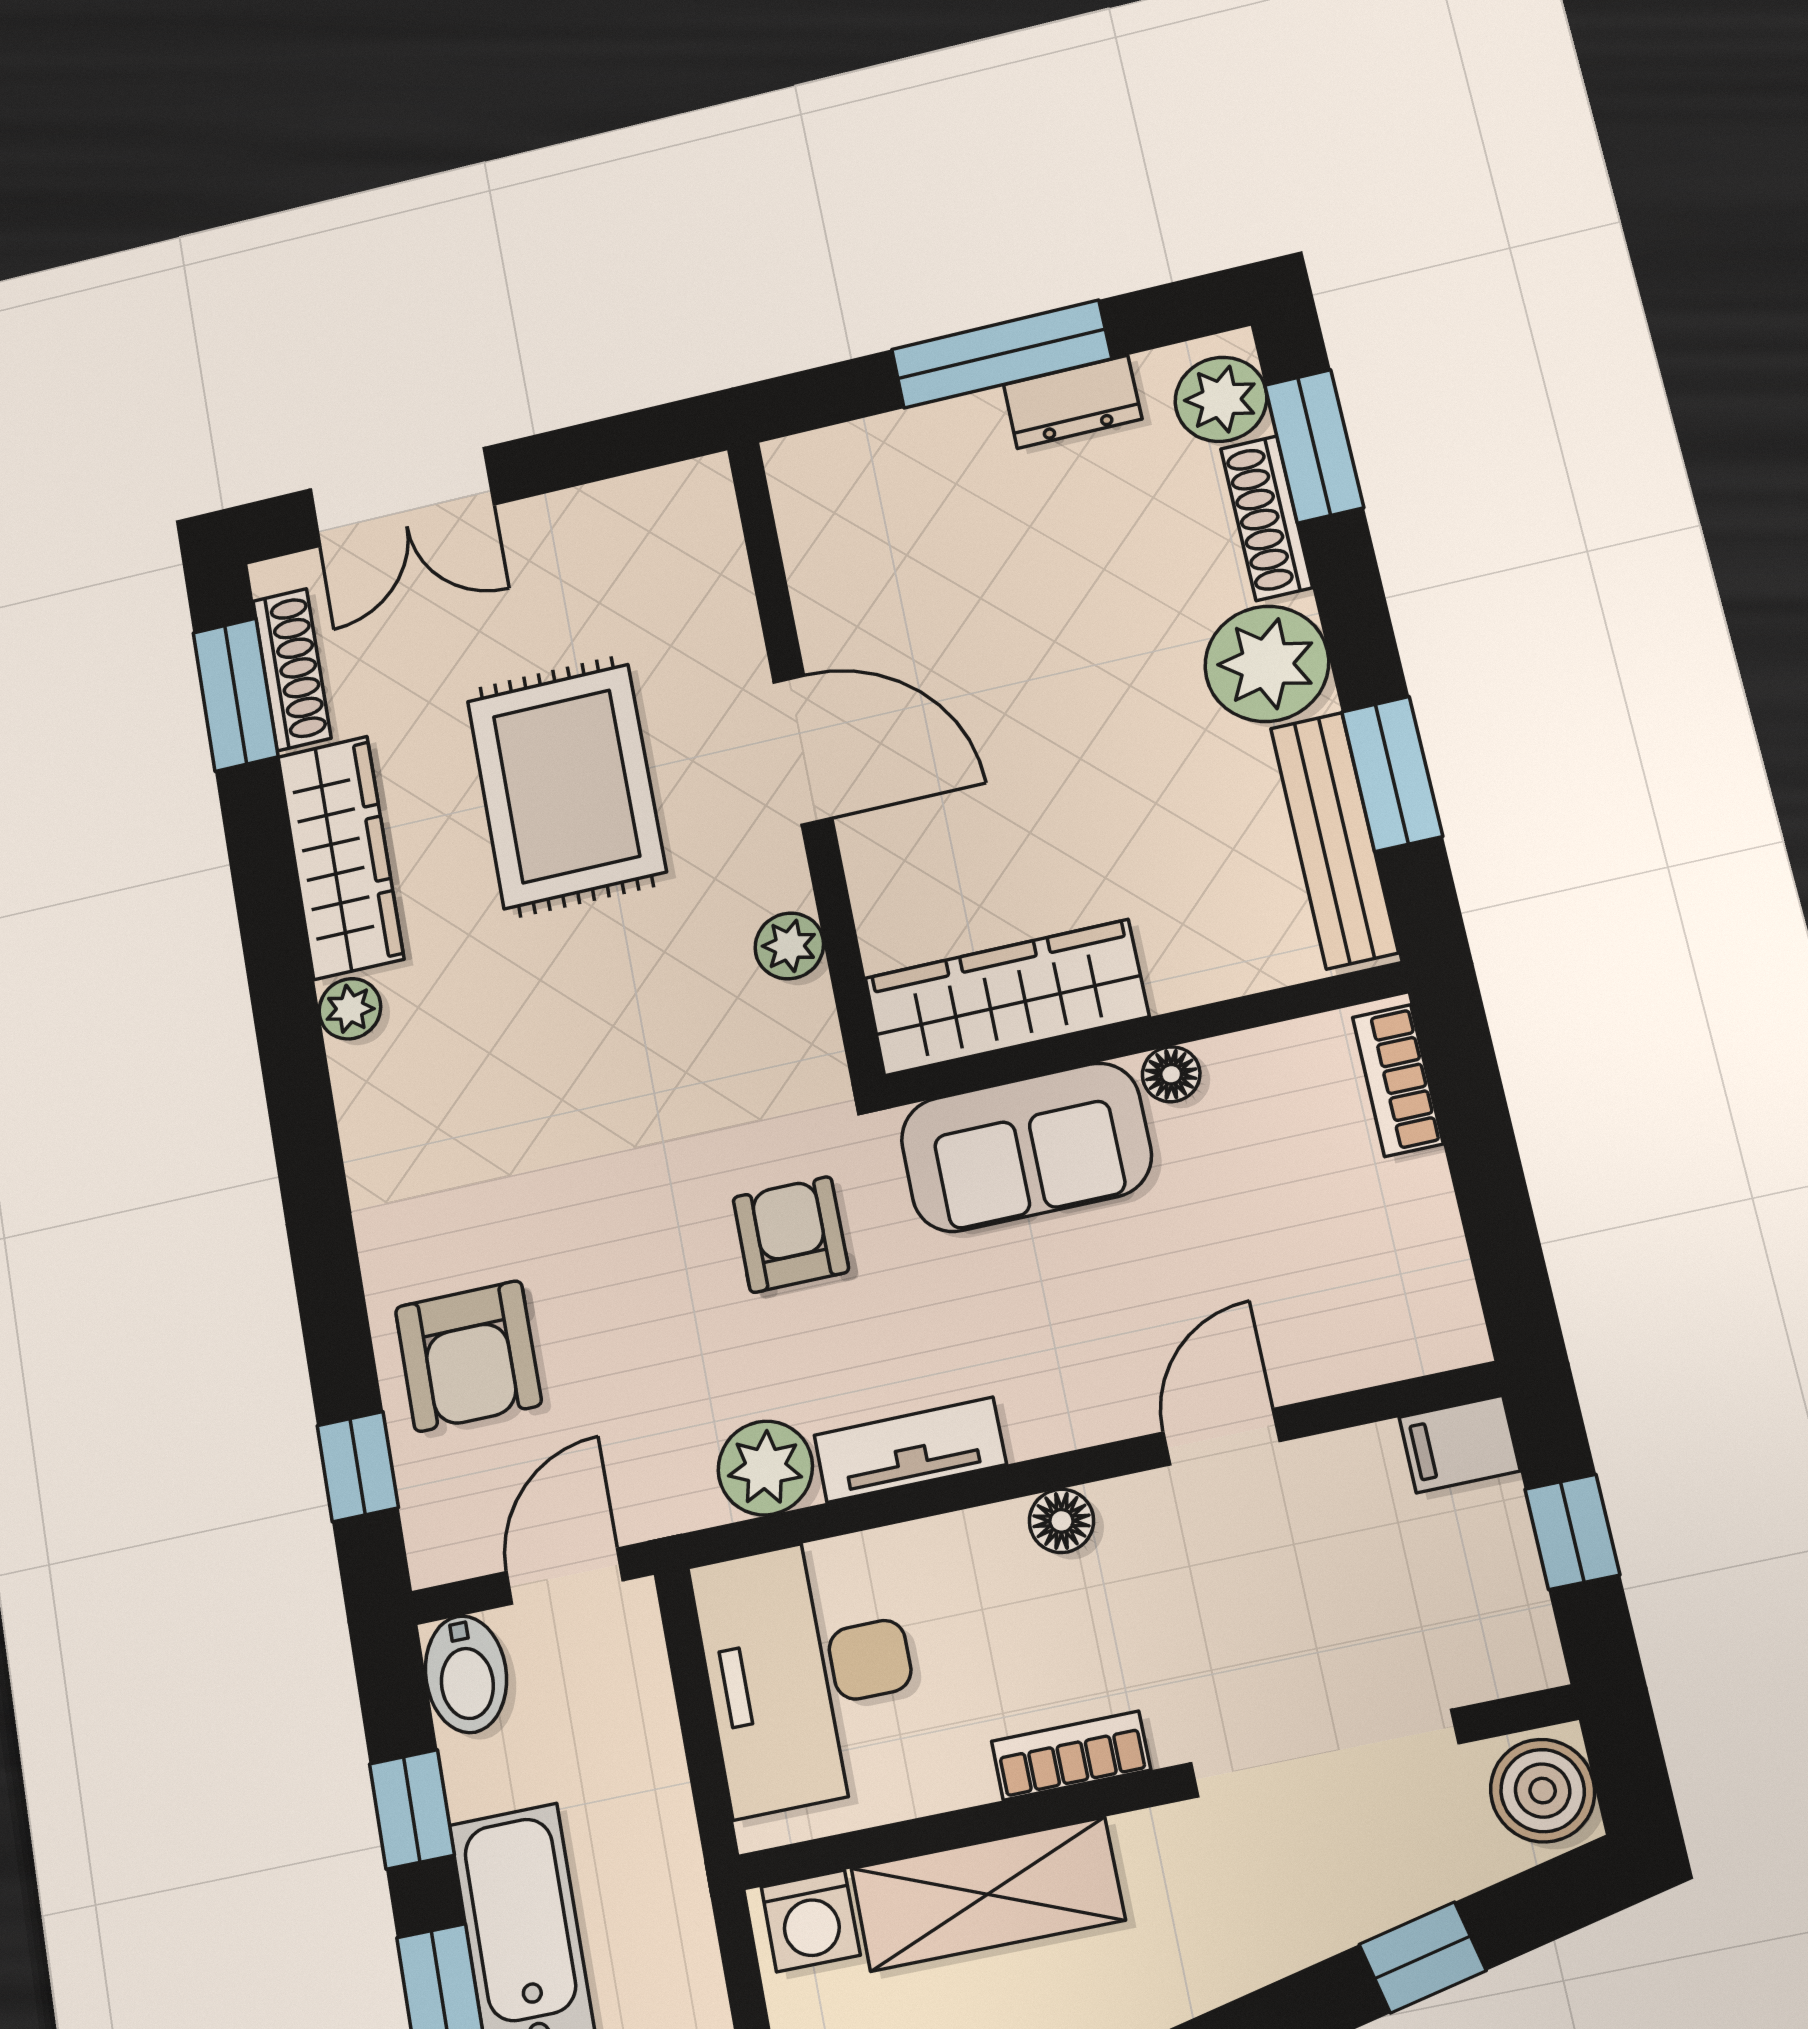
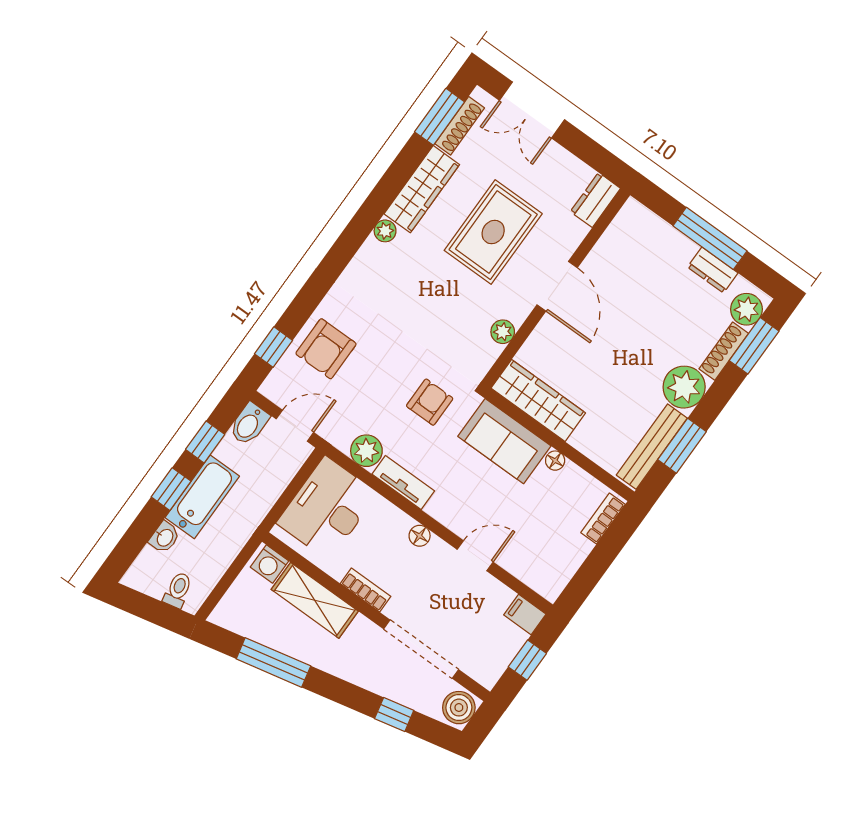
dresser: (702, 521) -> (595, 200), added

